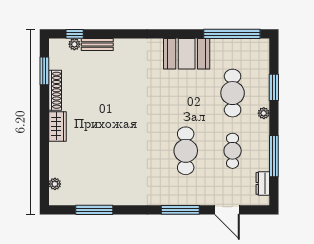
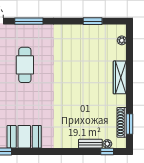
shoe rack: (55, 90) -> (122, 122), moved
wardrobe: (57, 126) -> (120, 77), width x1.50
window: (94, 210) -> (93, 21), width x0.69

